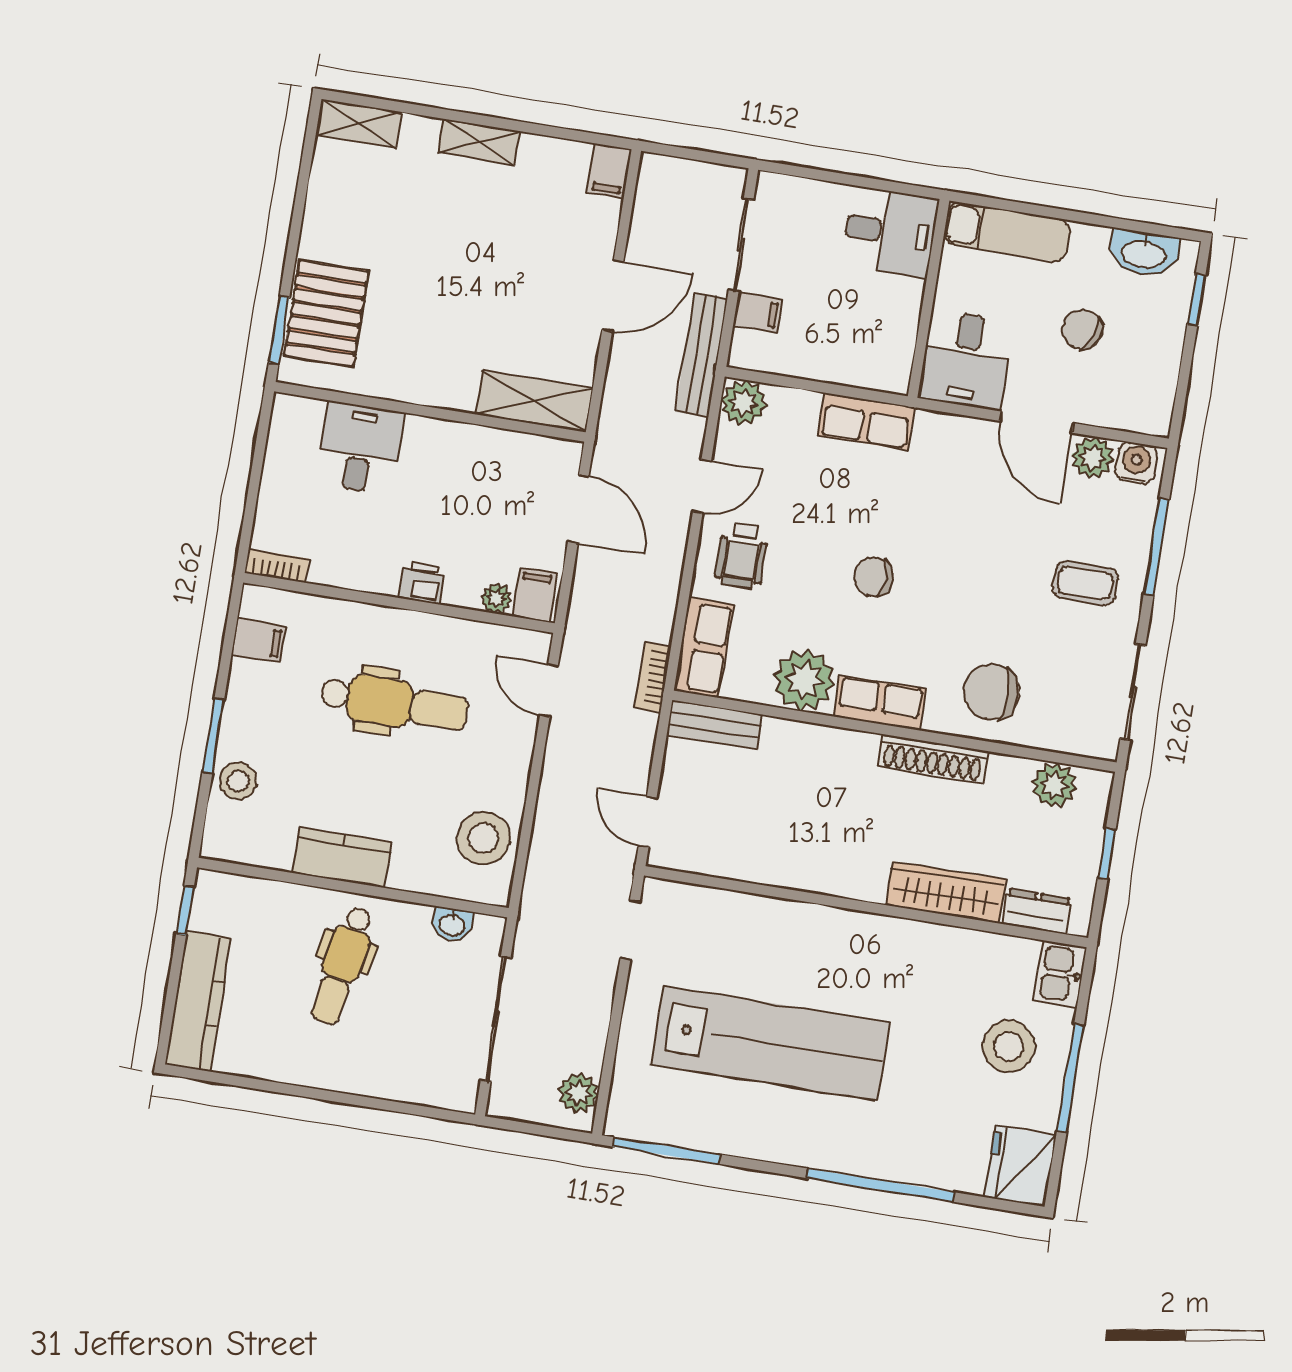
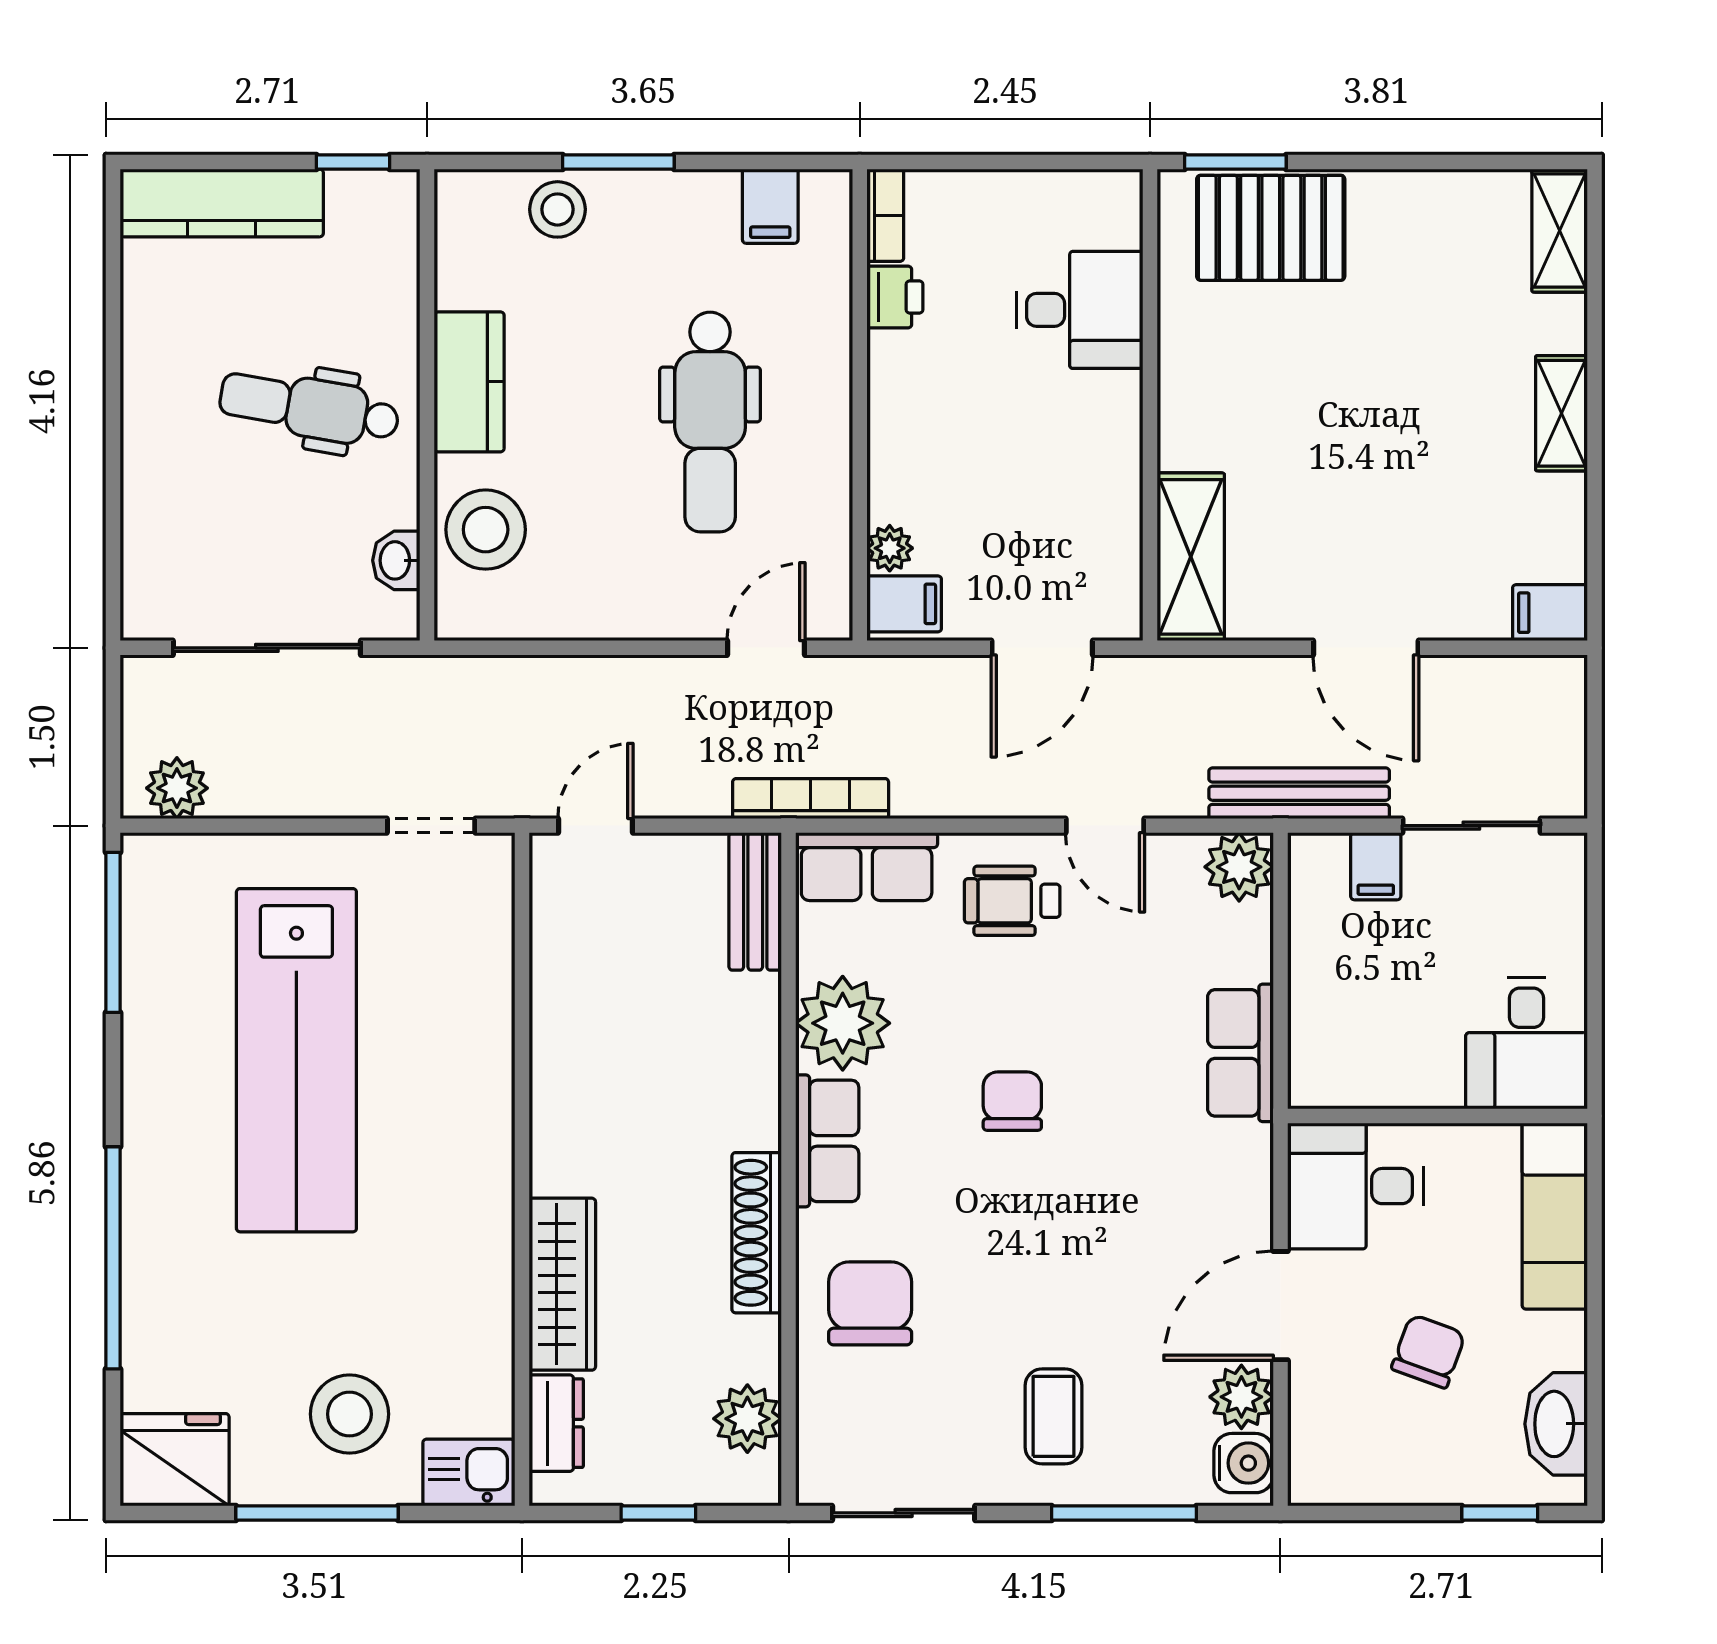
printer: (422, 583) -> (895, 297), moved
bookcase: (653, 677) -> (811, 799), width x1.56
stool: (483, 838) -> (486, 530), moved

